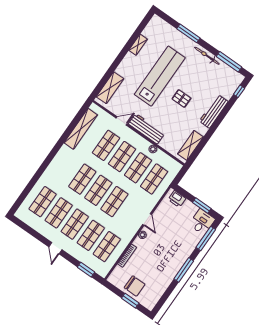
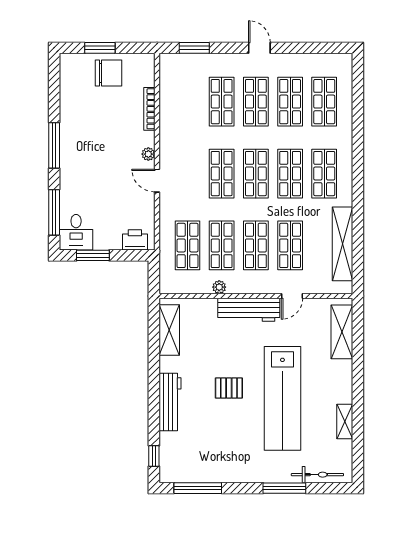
bicycle: (207, 56) -> (317, 475), moved
shop shelf: (107, 247) -> (324, 174), moved
chair: (135, 286) -> (108, 73), turned 180

